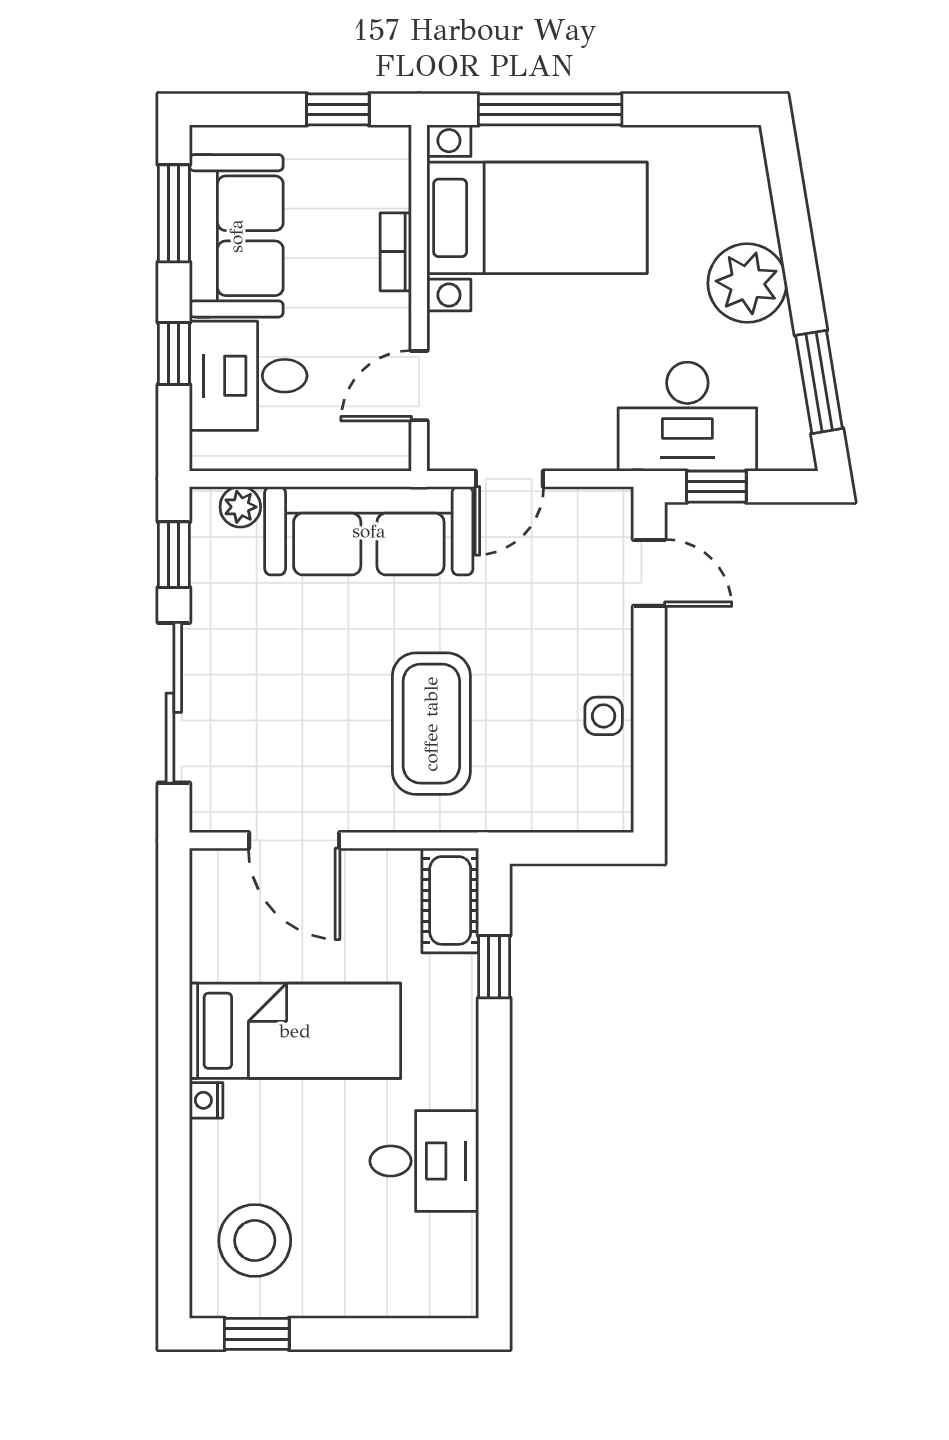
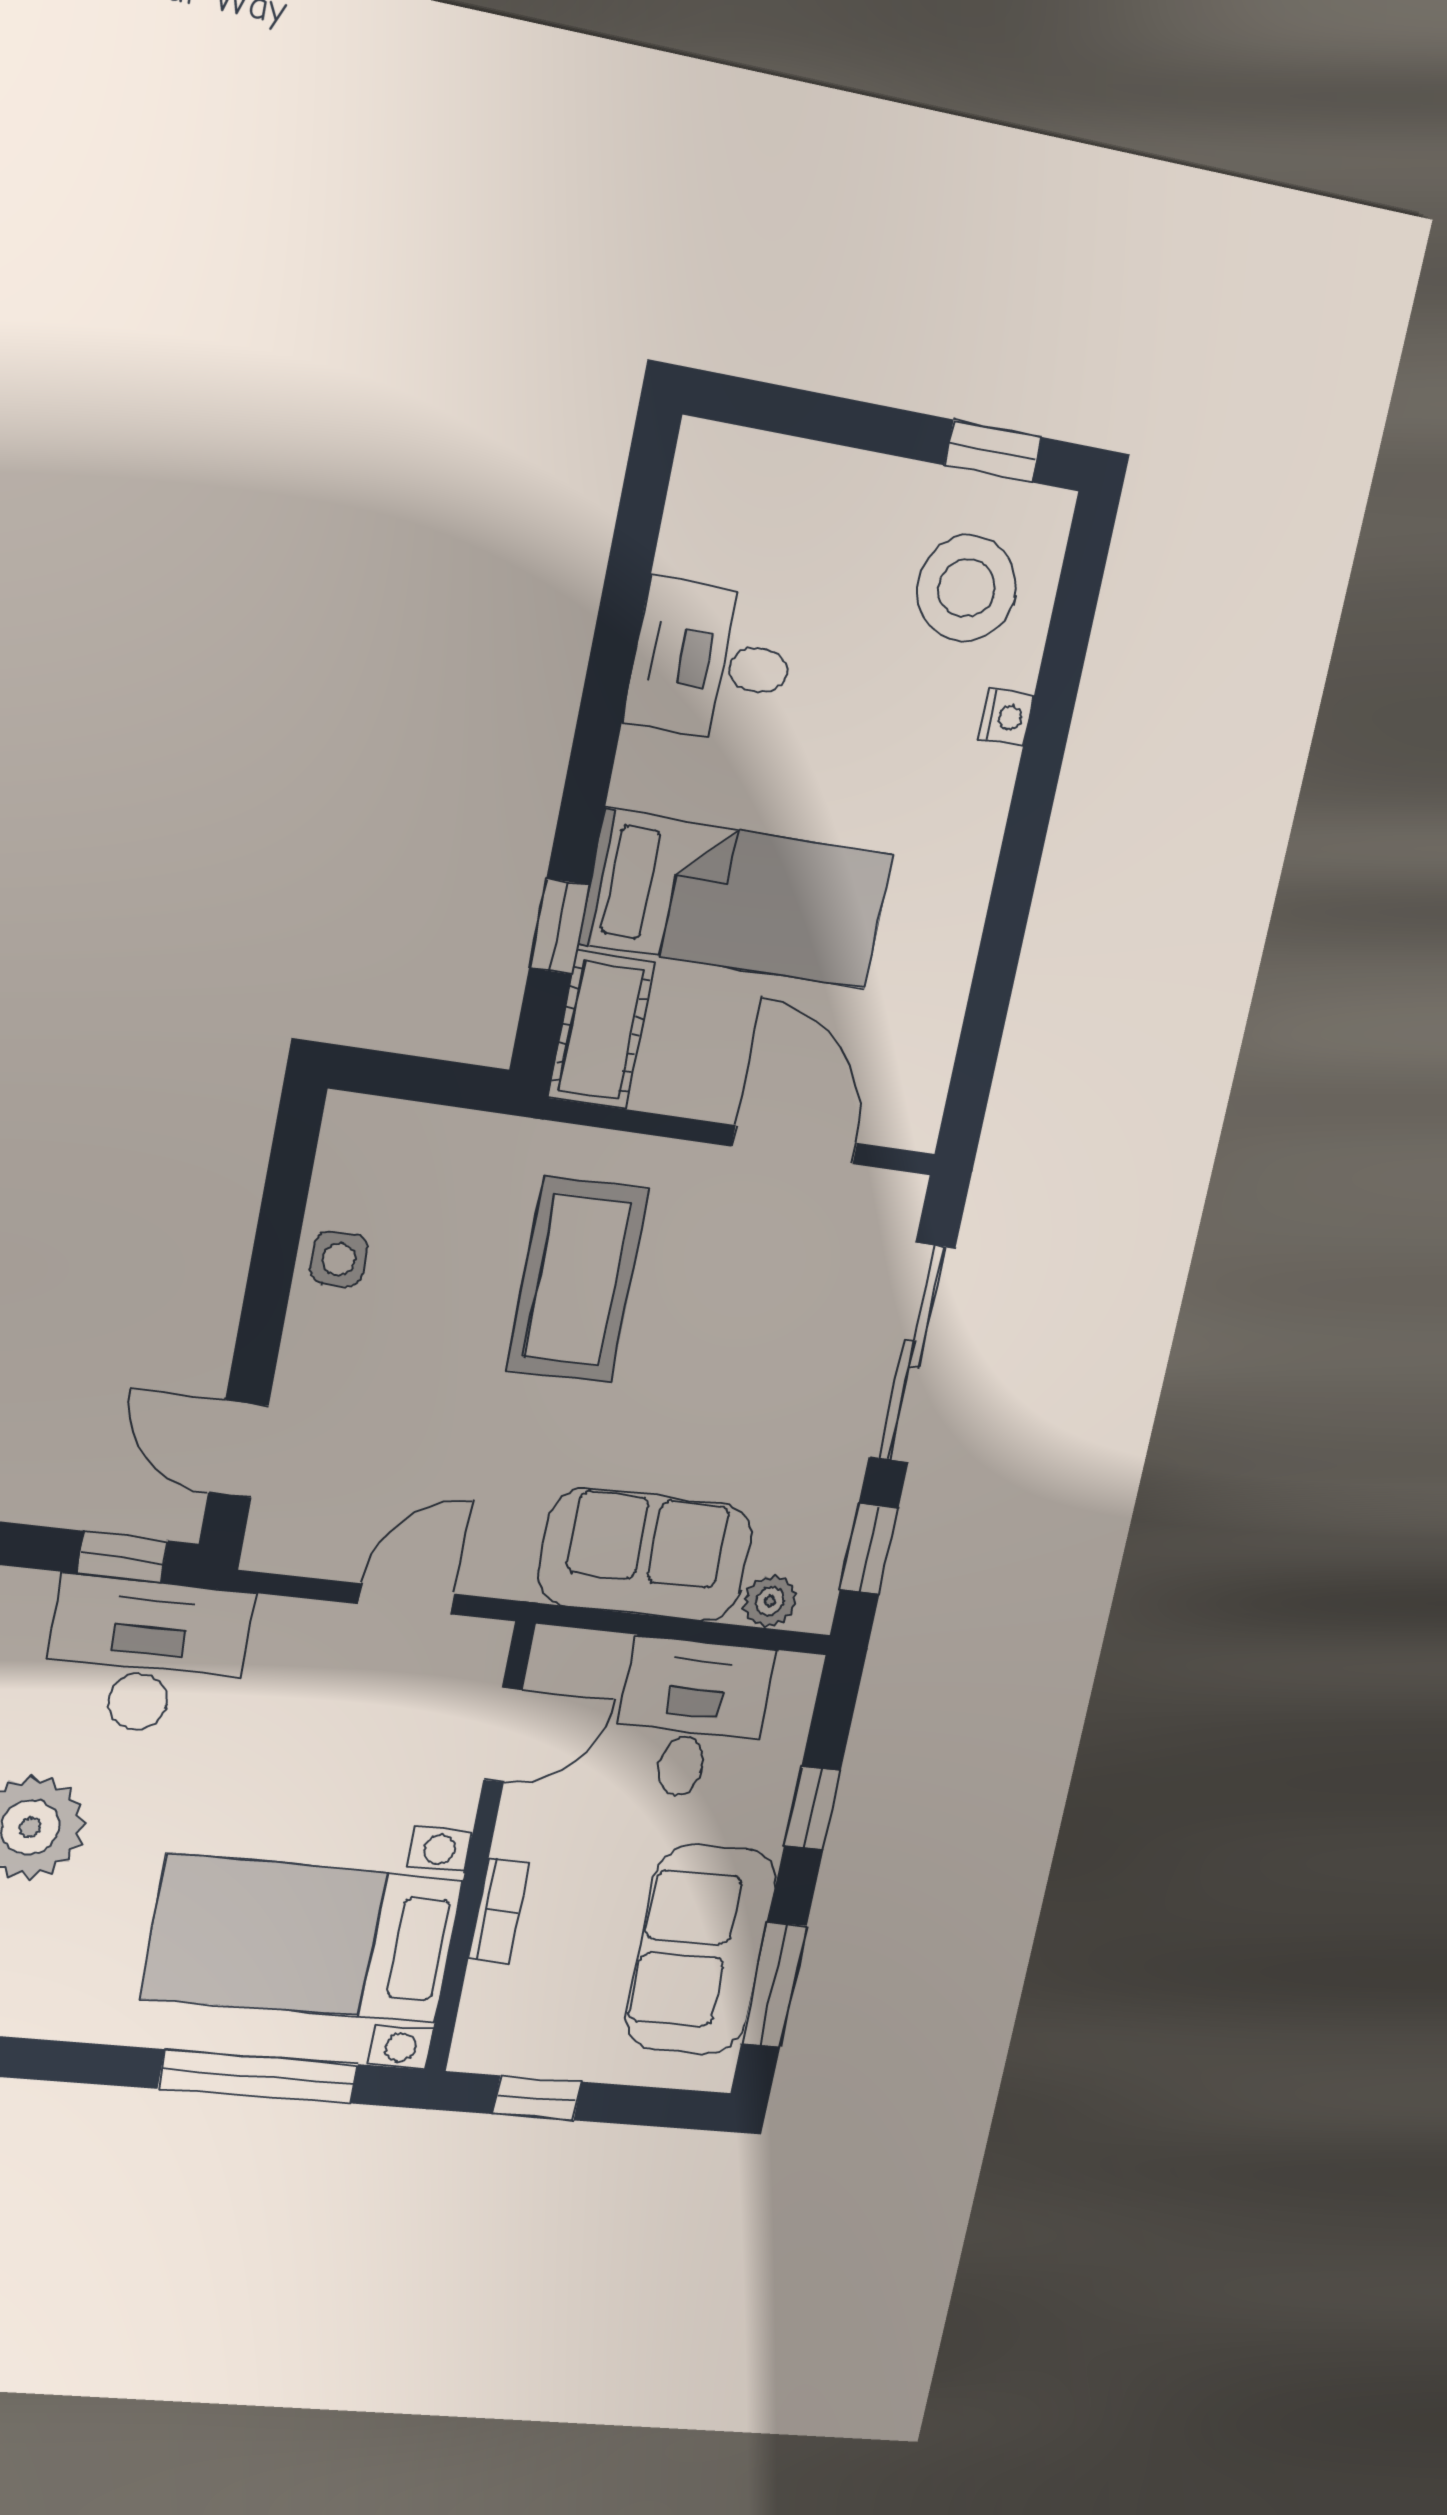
desk: (248, 376) -> (691, 1719), moved, turned -90
sofa: (369, 531) -> (645, 1555), width x0.73
bed: (295, 1031) -> (736, 899), moved, turned 180
nightstand: (206, 1100) -> (1006, 717), moved

